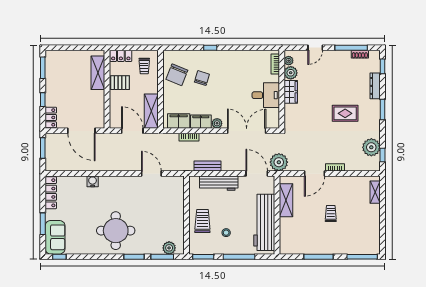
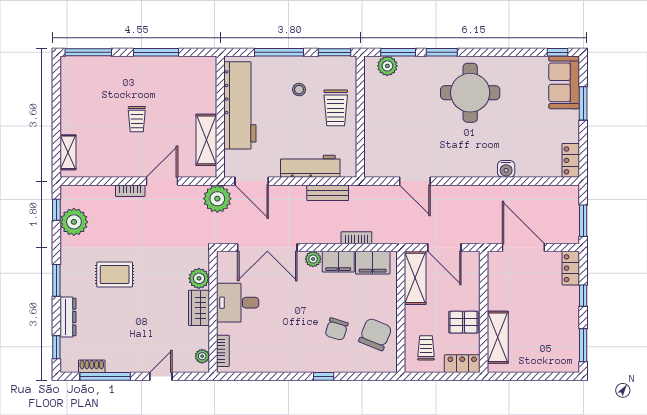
plant: (291, 73) -> (199, 278), moved
locker: (51, 193) -> (571, 160), width x0.66

